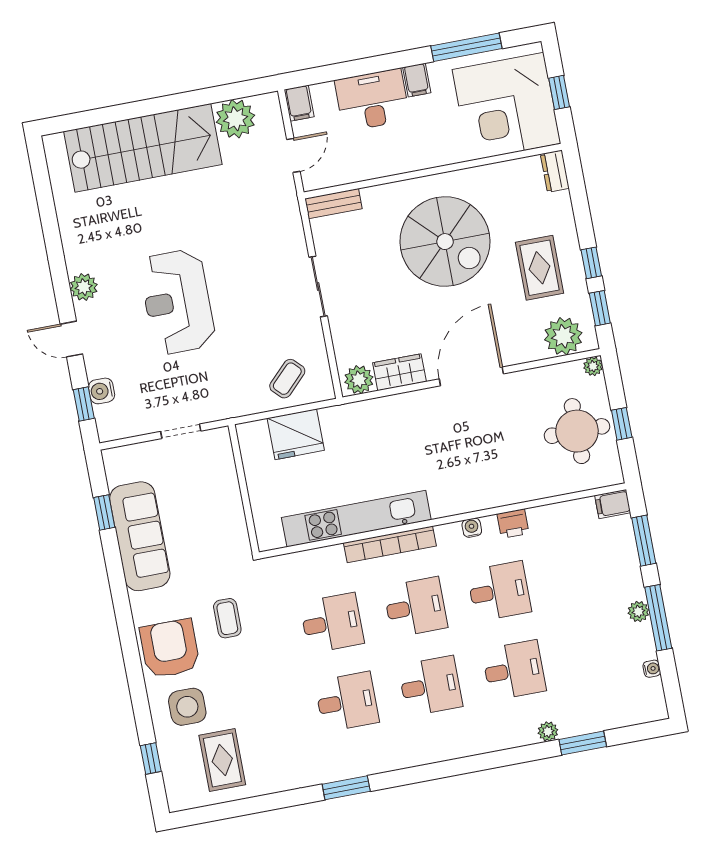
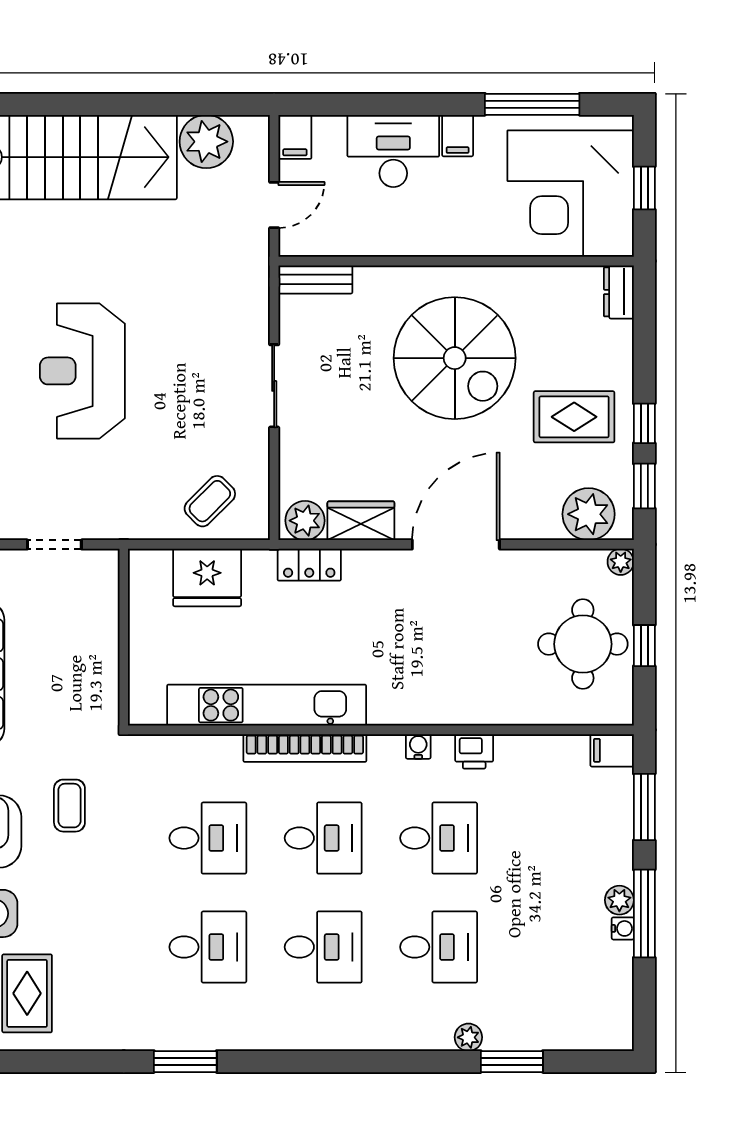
rug: (540, 268) -> (574, 417), turned 90
locker: (368, 411) -> (309, 565), added
water cooler: (652, 669) -> (623, 928), moved

